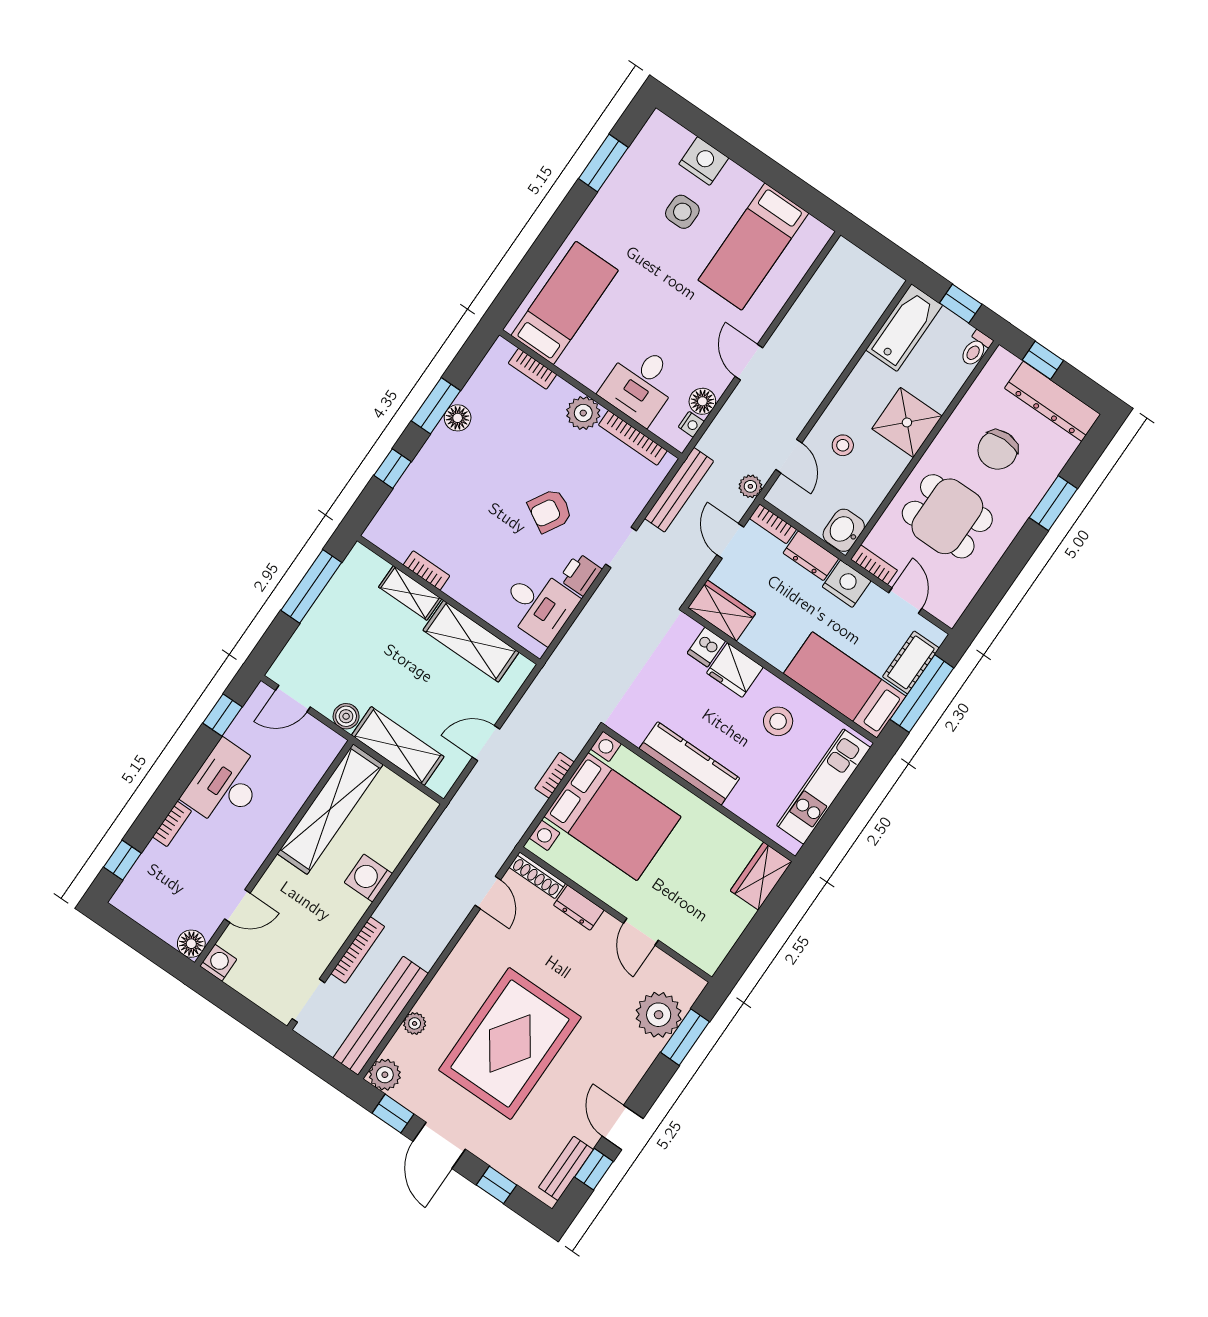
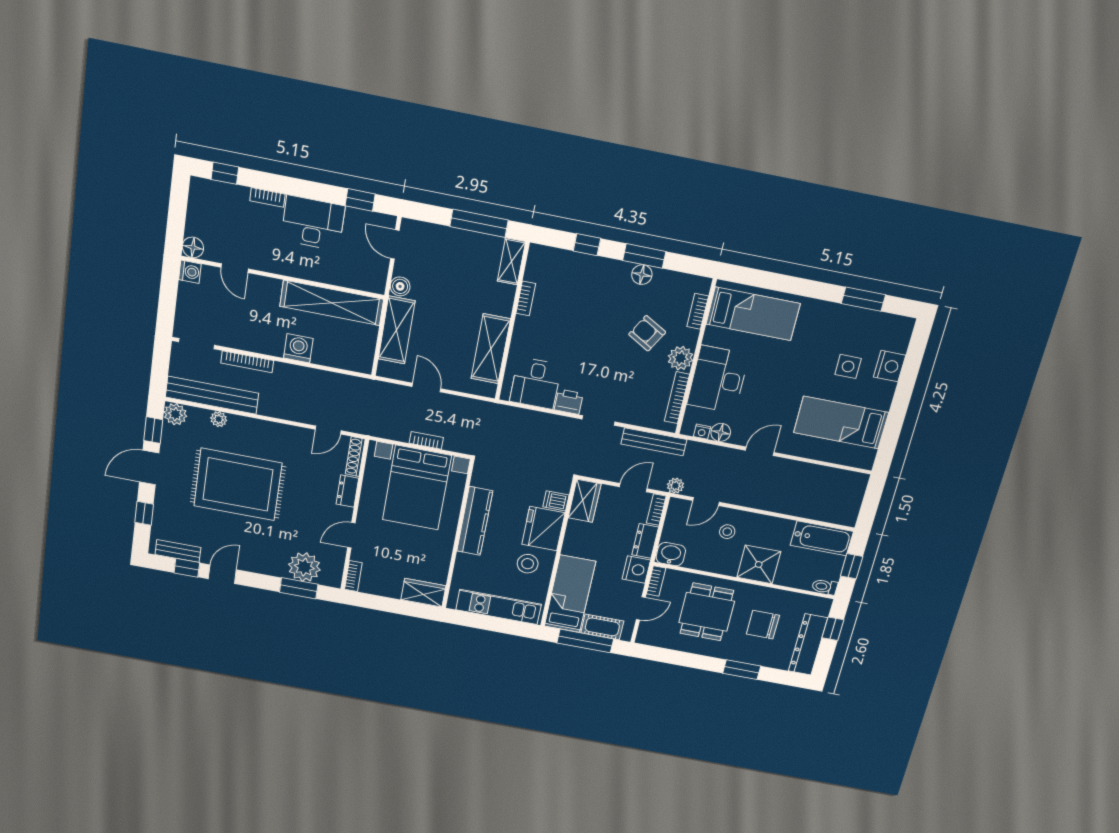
desk: (640, 384) -> (718, 379), width x1.37
armchair: (550, 511) -> (647, 333), moved
shelving: (410, 593) -> (511, 261), moved
fridge: (735, 670) -> (543, 529), width x1.36, depth x1.34
bookcase: (698, 957) -> (353, 576), added

